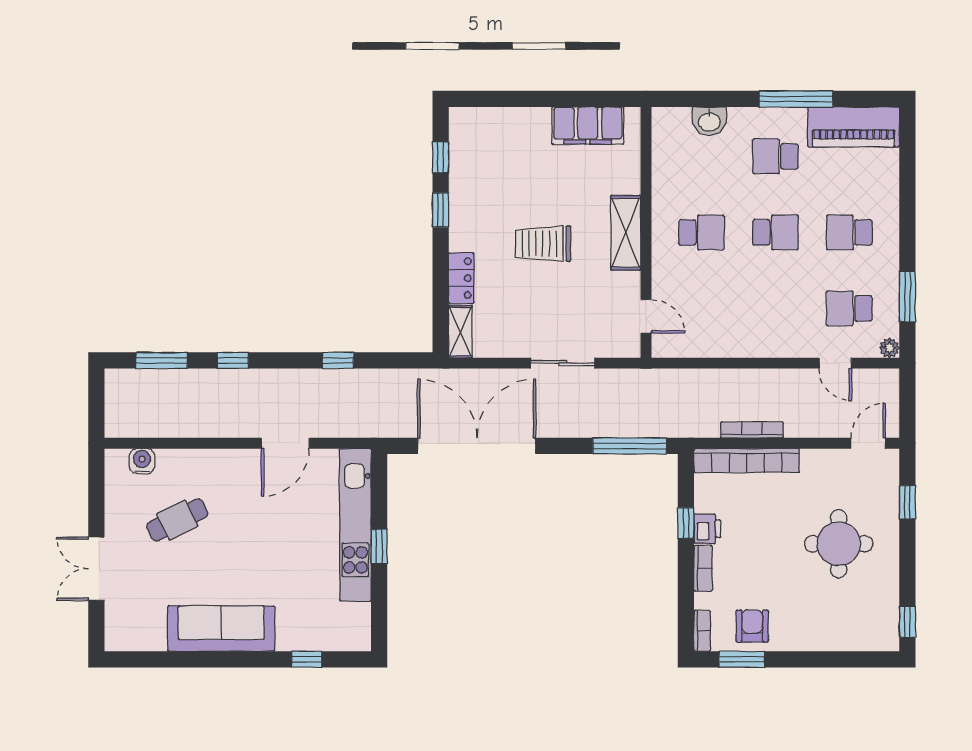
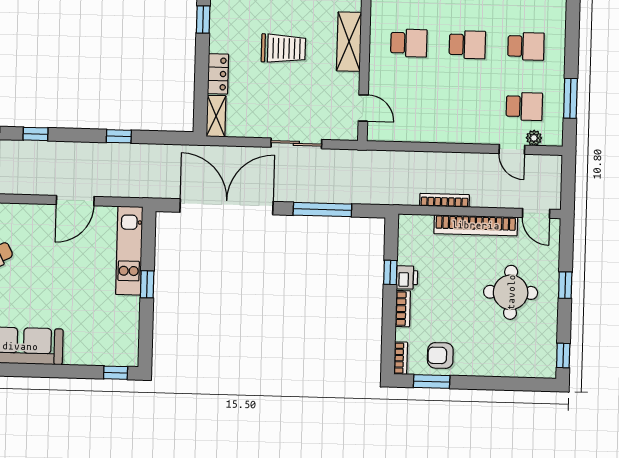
school desk: (849, 232) -> (526, 46), turned 180
trolley: (543, 244) -> (283, 48), turned 180
school desk: (849, 308) -> (524, 106), turned 180
plant: (890, 348) -> (534, 138), moved
door: (868, 443) -> (536, 213), swing flipped
window: (630, 446) -> (322, 210), moved
bookcase: (747, 460) -> (476, 225), moved
window: (907, 502) -> (565, 285), moved
kitchen unit: (355, 525) -> (129, 251), width x0.73
armchair: (752, 626) -> (440, 355), turned -90
window: (306, 659) -> (116, 373), moved

